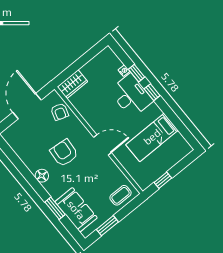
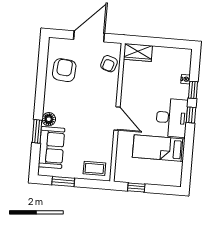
desk: (131, 96) -> (172, 118), moved
armchair: (64, 153) -> (64, 70), moved
floor lamp: (42, 176) -> (49, 119), moved

